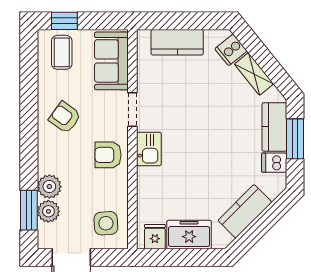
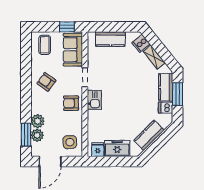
window: (64, 21) -> (67, 27), moved

